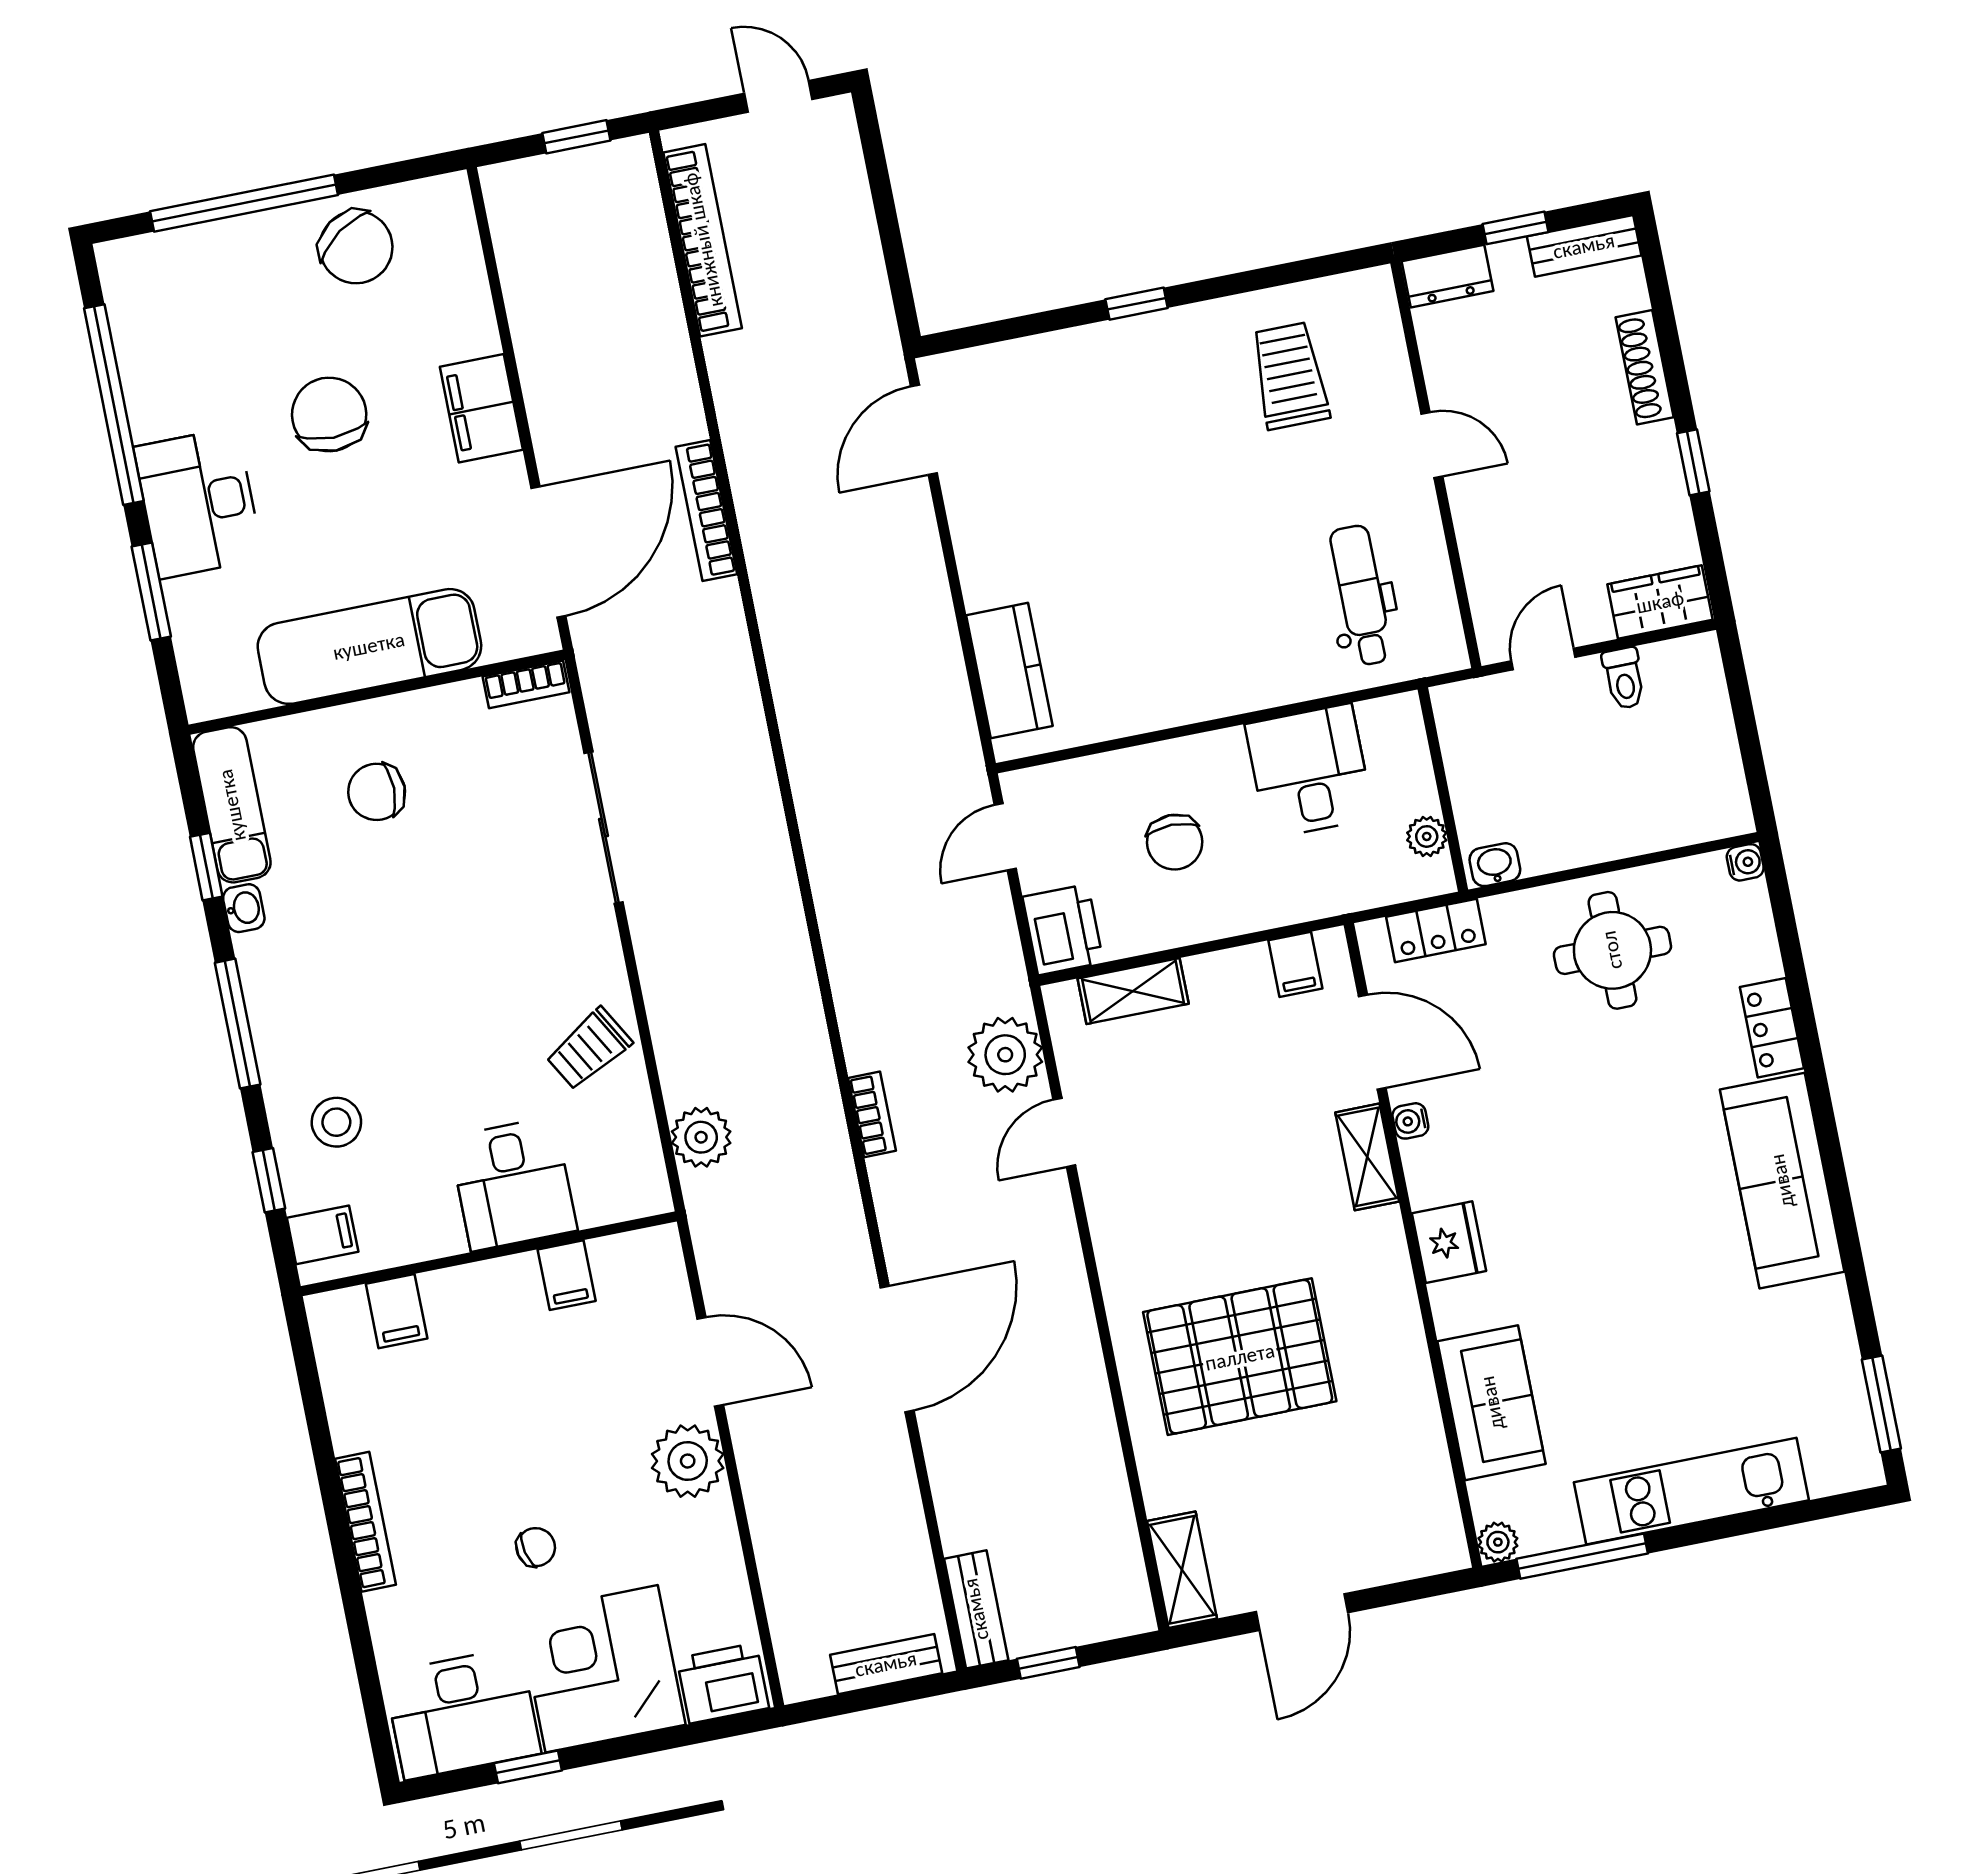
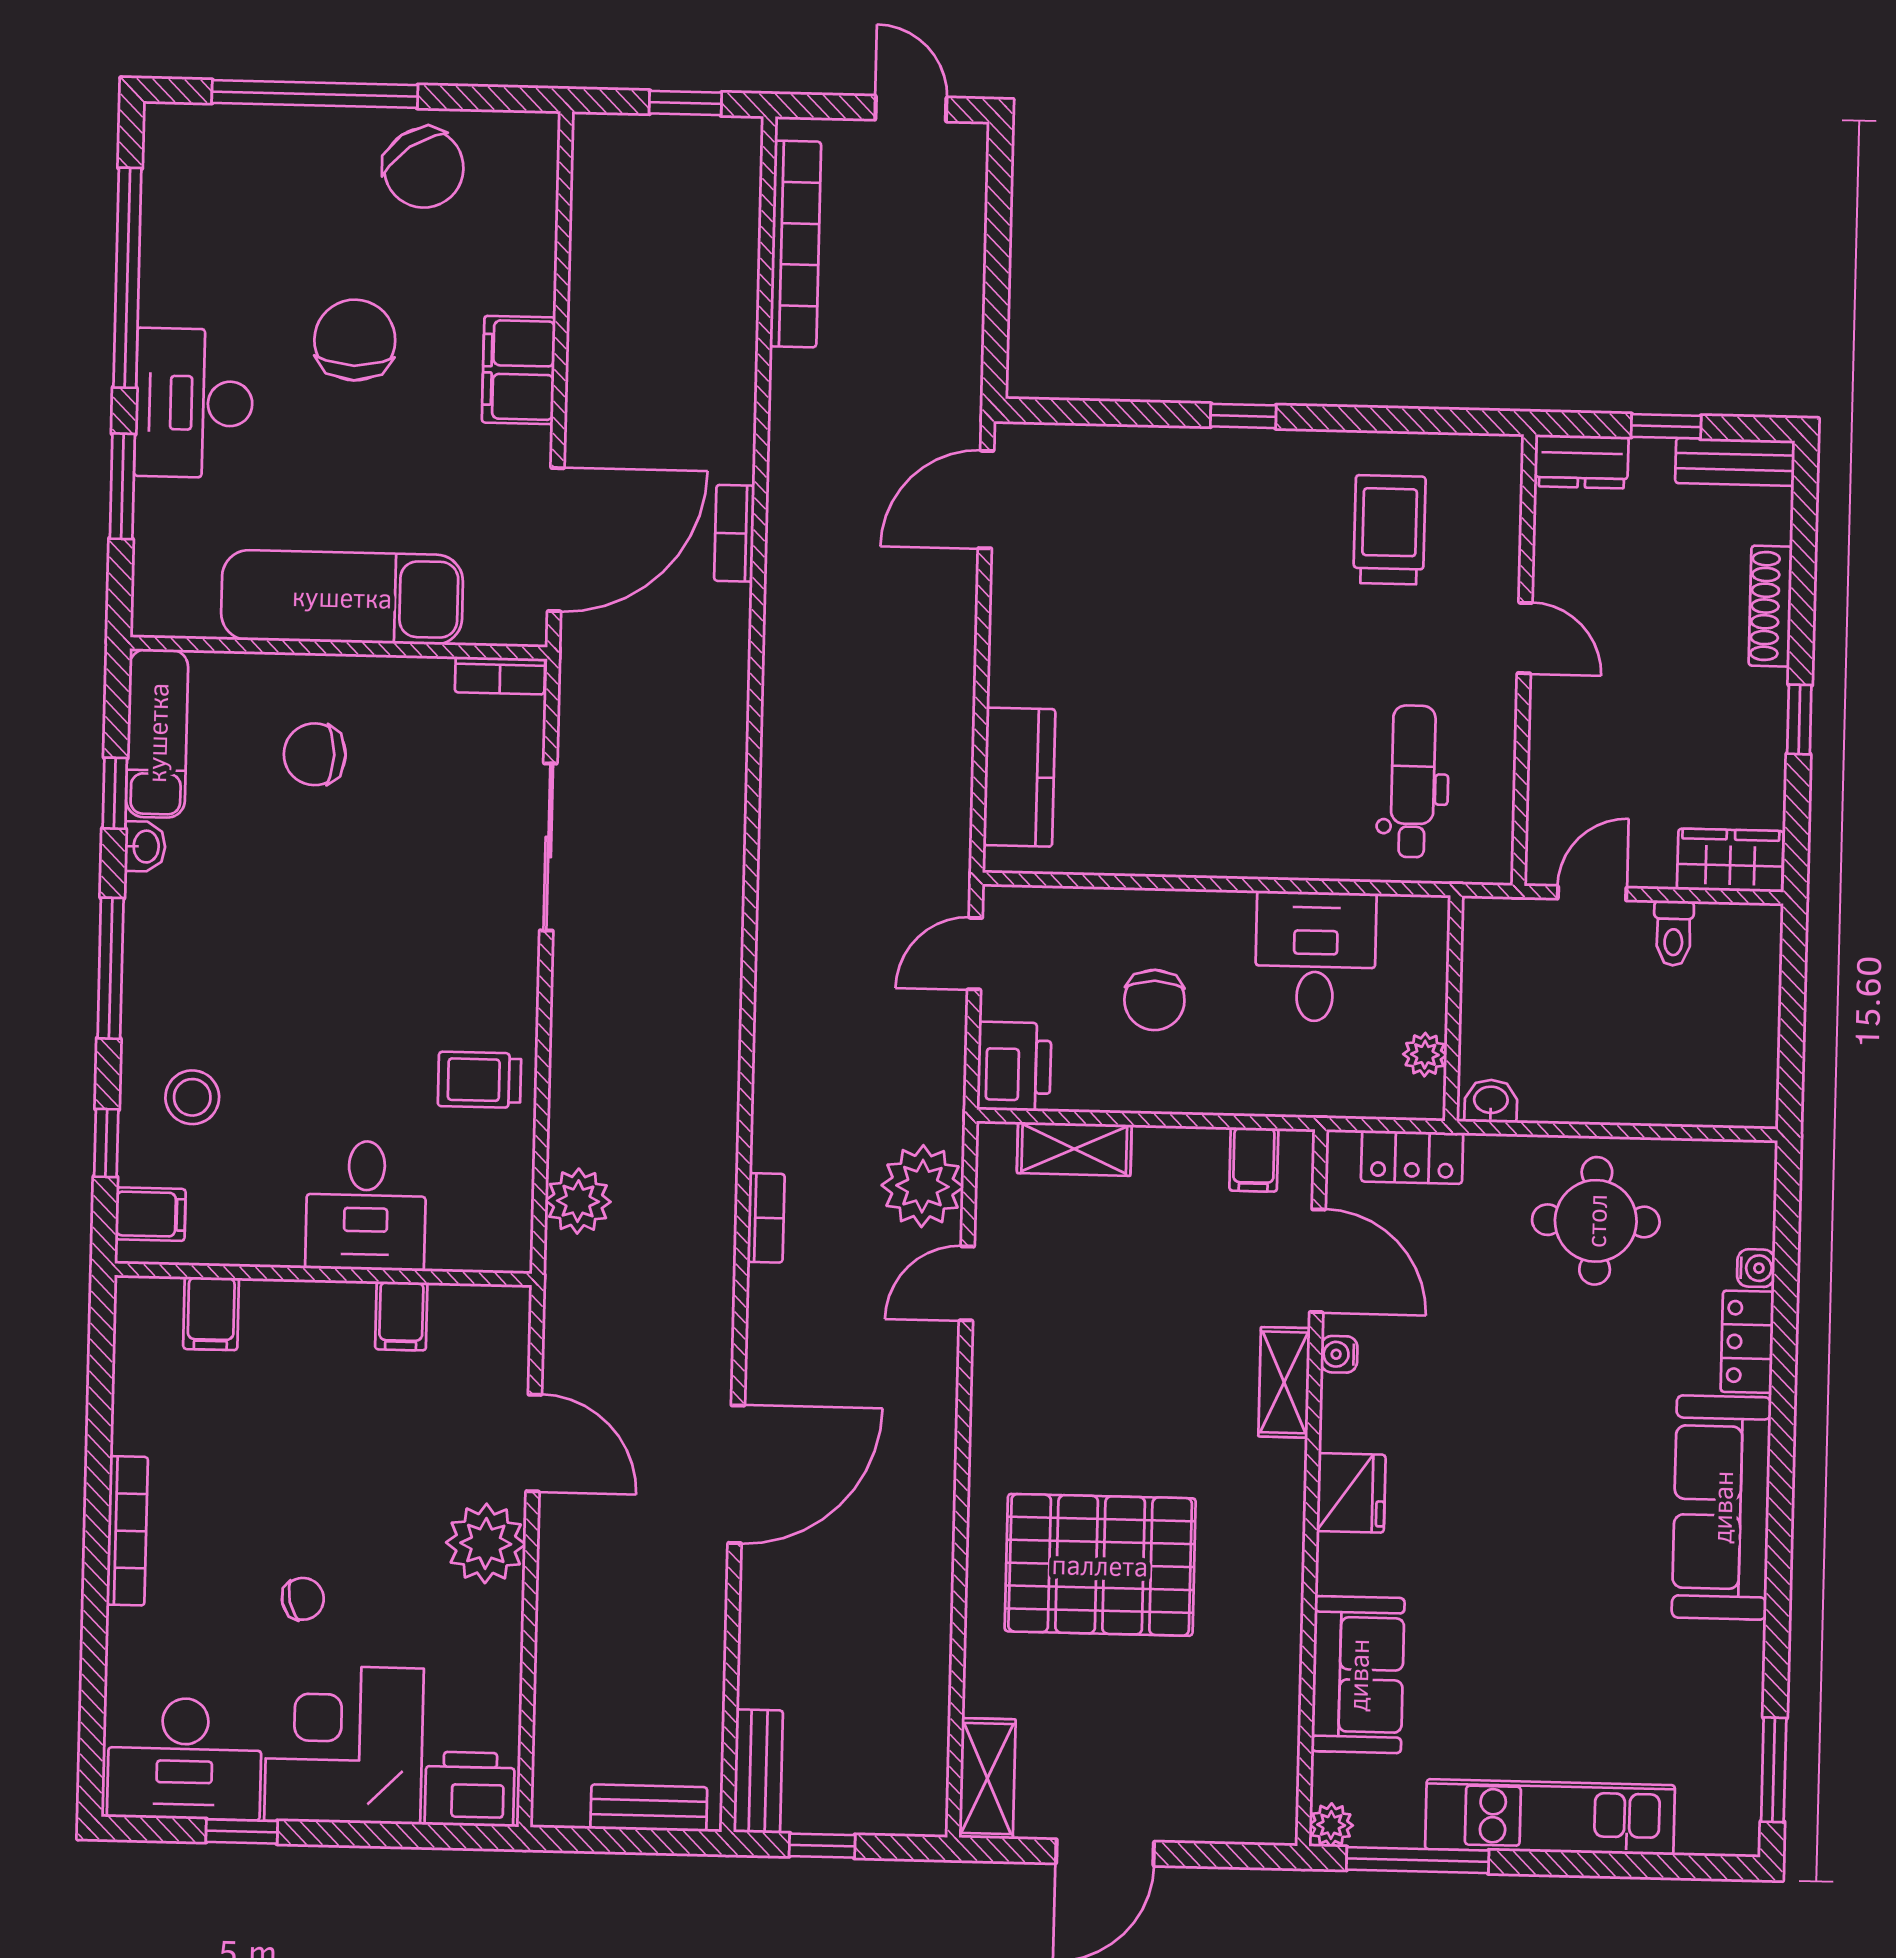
bookcase: (706, 510) -> (734, 533), width x0.64
water cooler: (1745, 862) -> (1756, 1268), moved
trolley: (589, 1049) -> (479, 1080), turned 30

